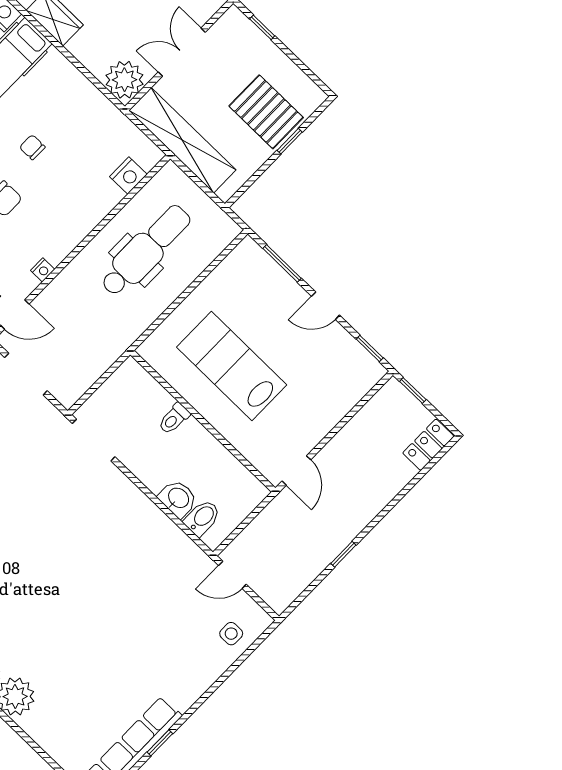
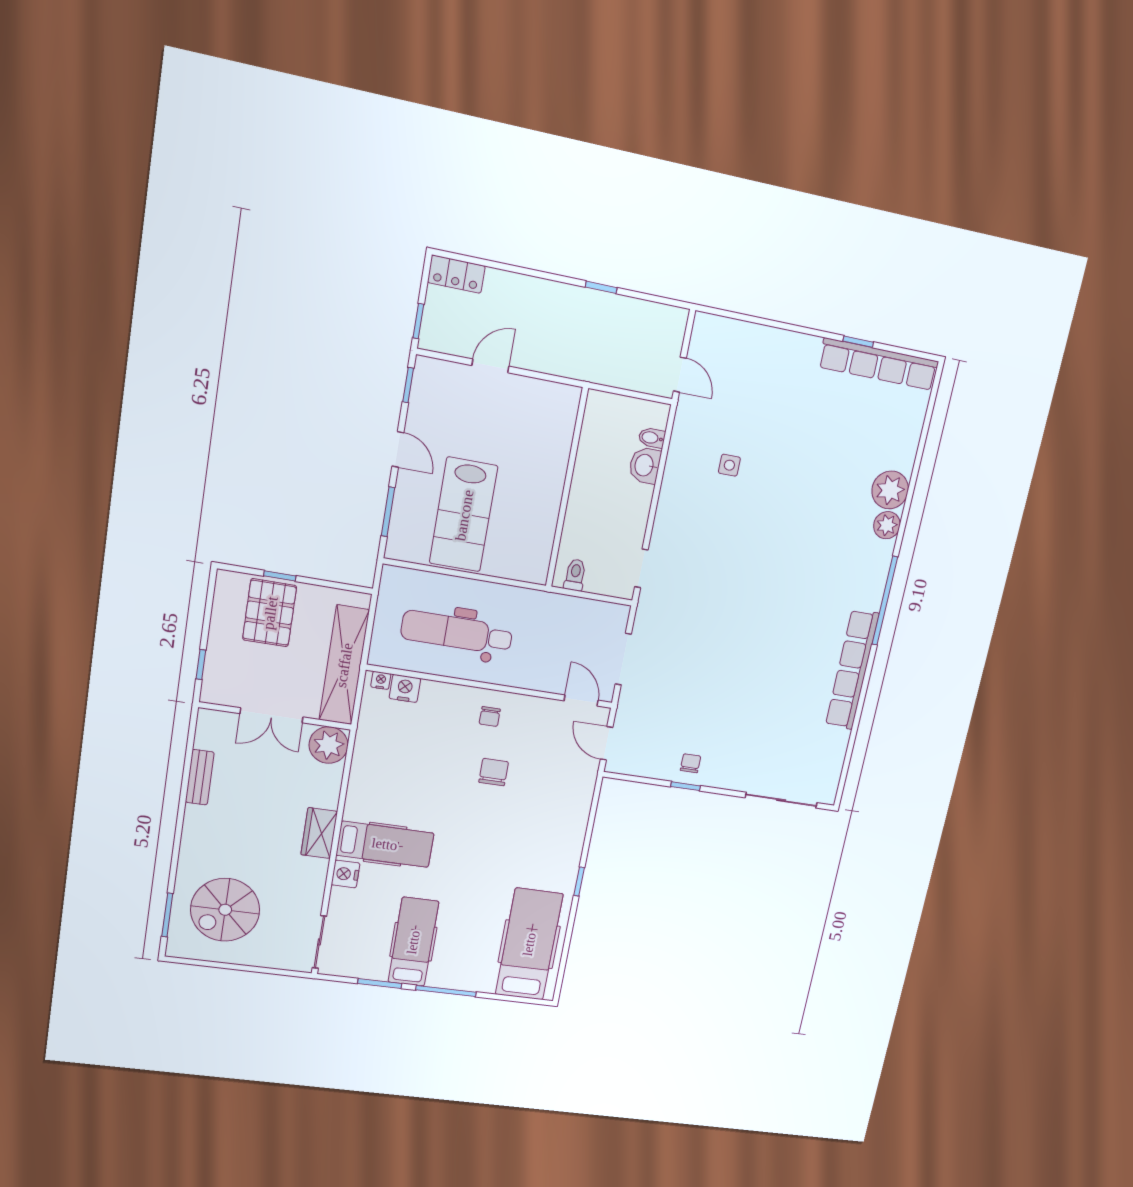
chair: (32, 147) -> (490, 717), moved
nightstand: (43, 270) -> (381, 680), moved
lab bench: (232, 366) -> (464, 515), moved
toilet: (174, 419) -> (575, 575), moved, turned -90
doorway: (94, 440) -> (641, 568), width x0.73
door: (296, 470) -> (490, 366), moved
bidet: (202, 518) -> (652, 438), width x0.72, depth x0.74
side table: (231, 634) -> (729, 465), moved

